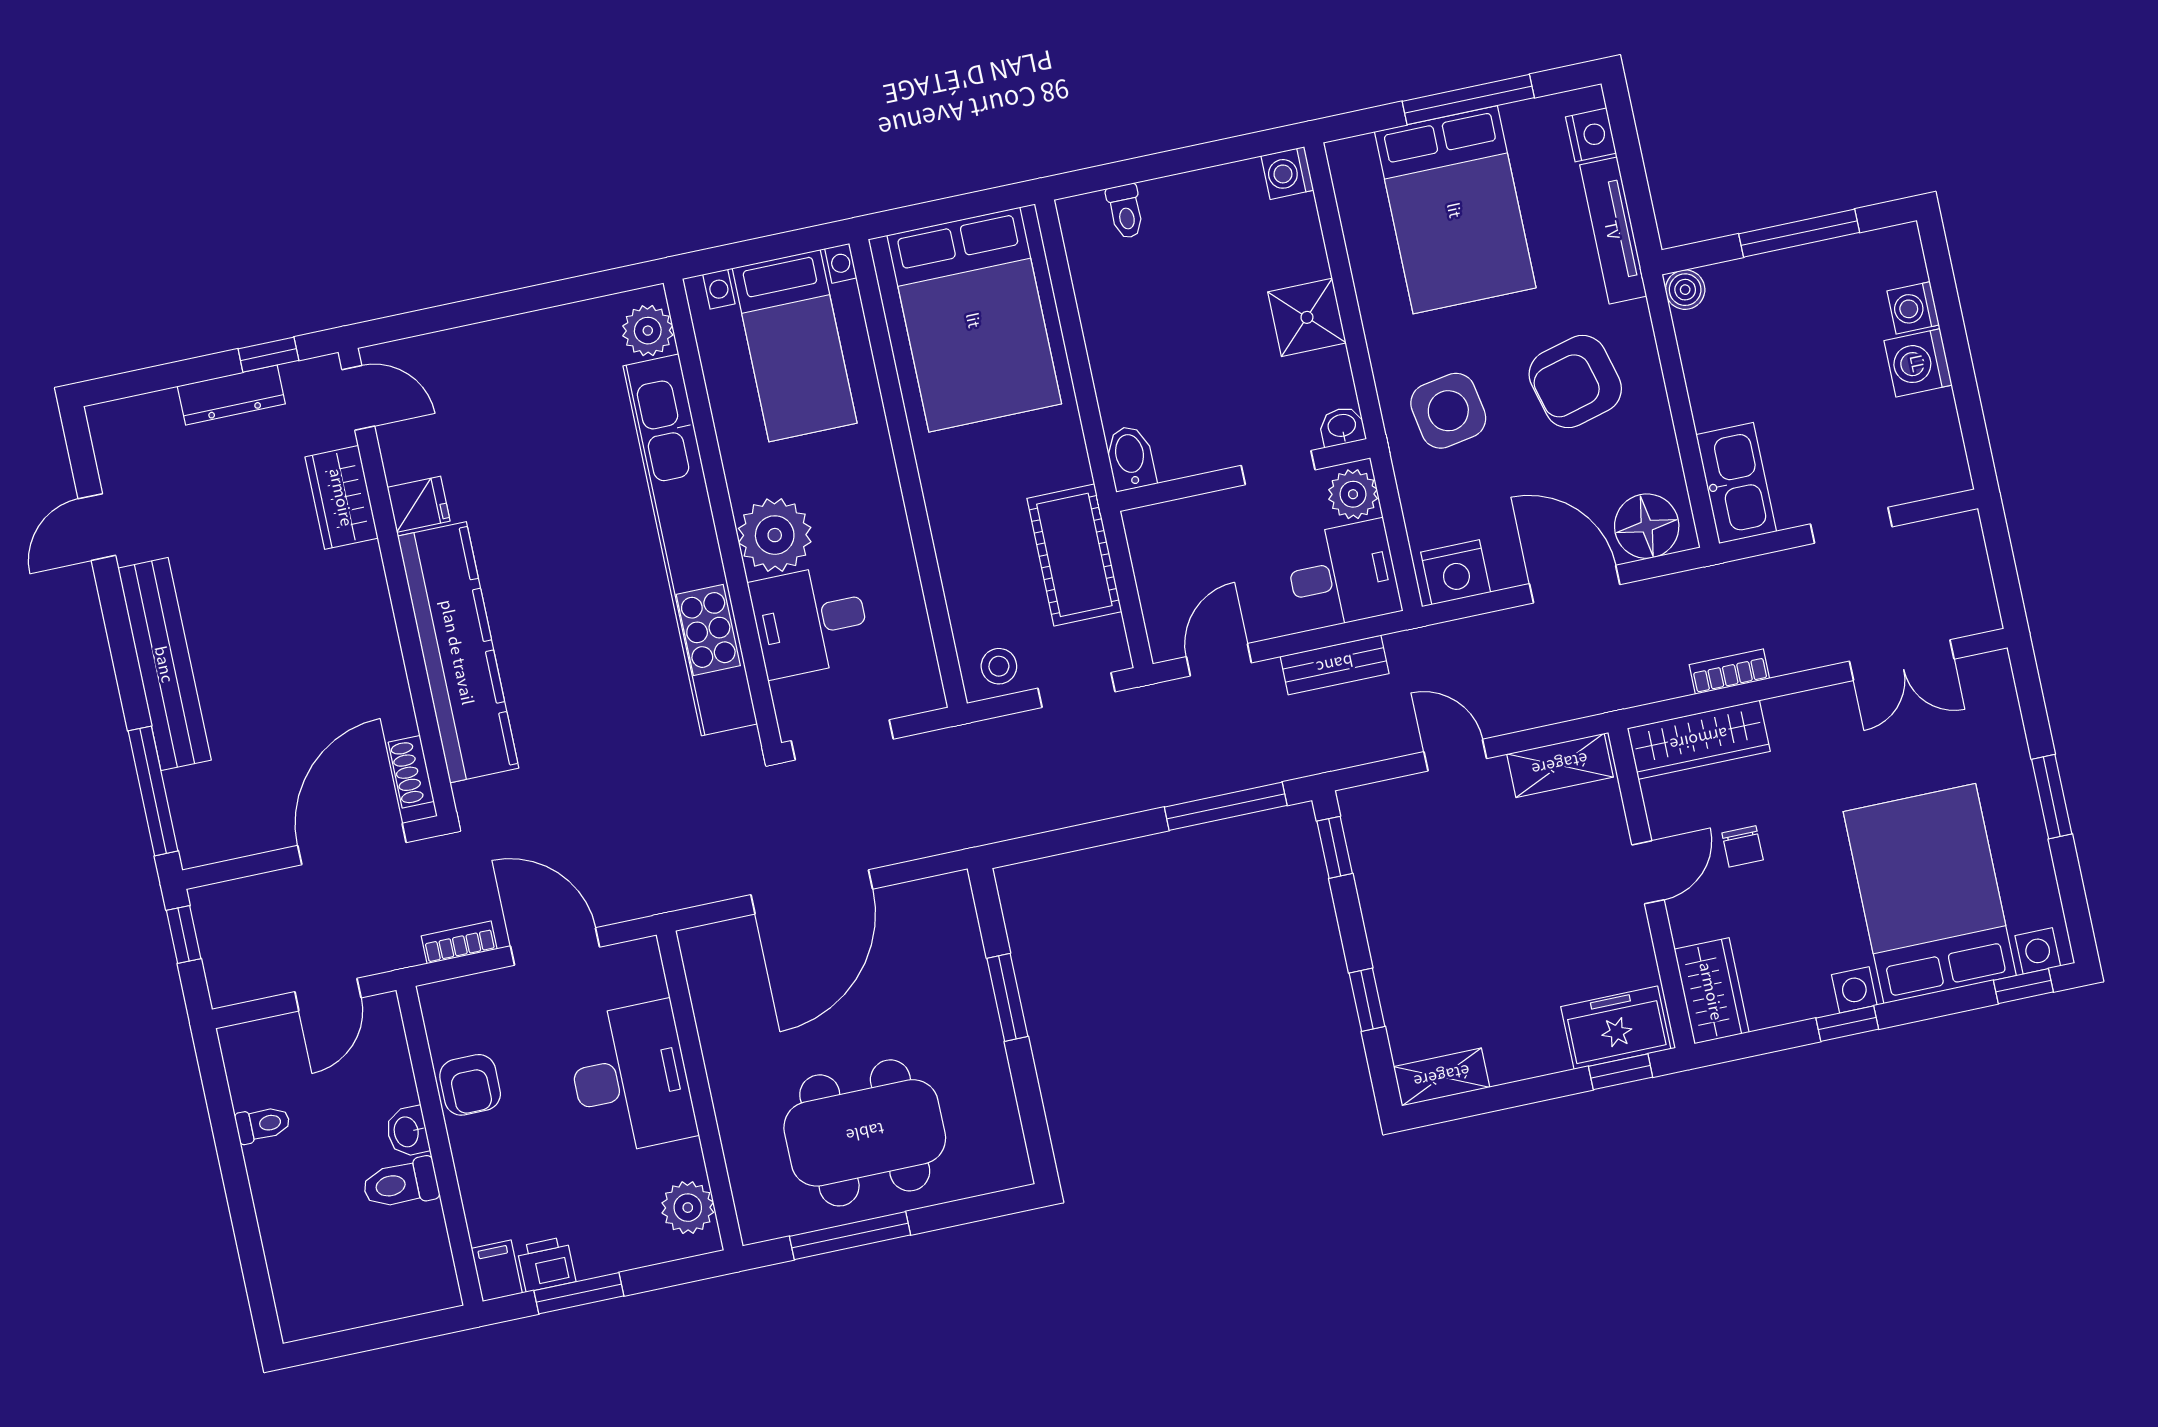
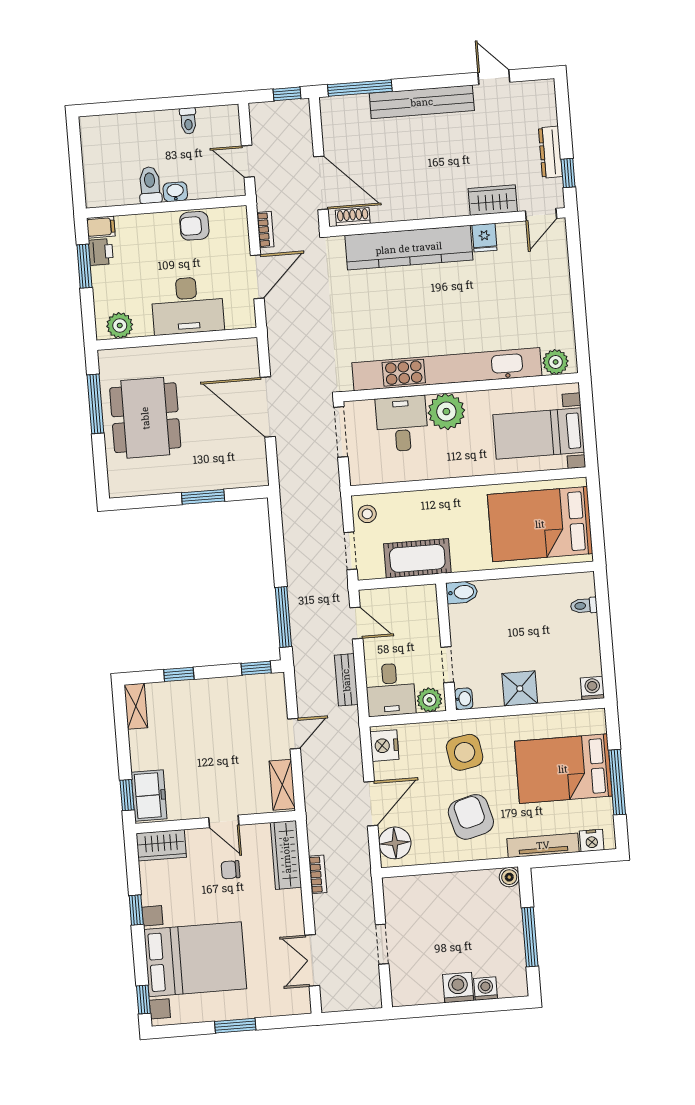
kitchen sink: (1736, 483) -> (410, 890), removed

